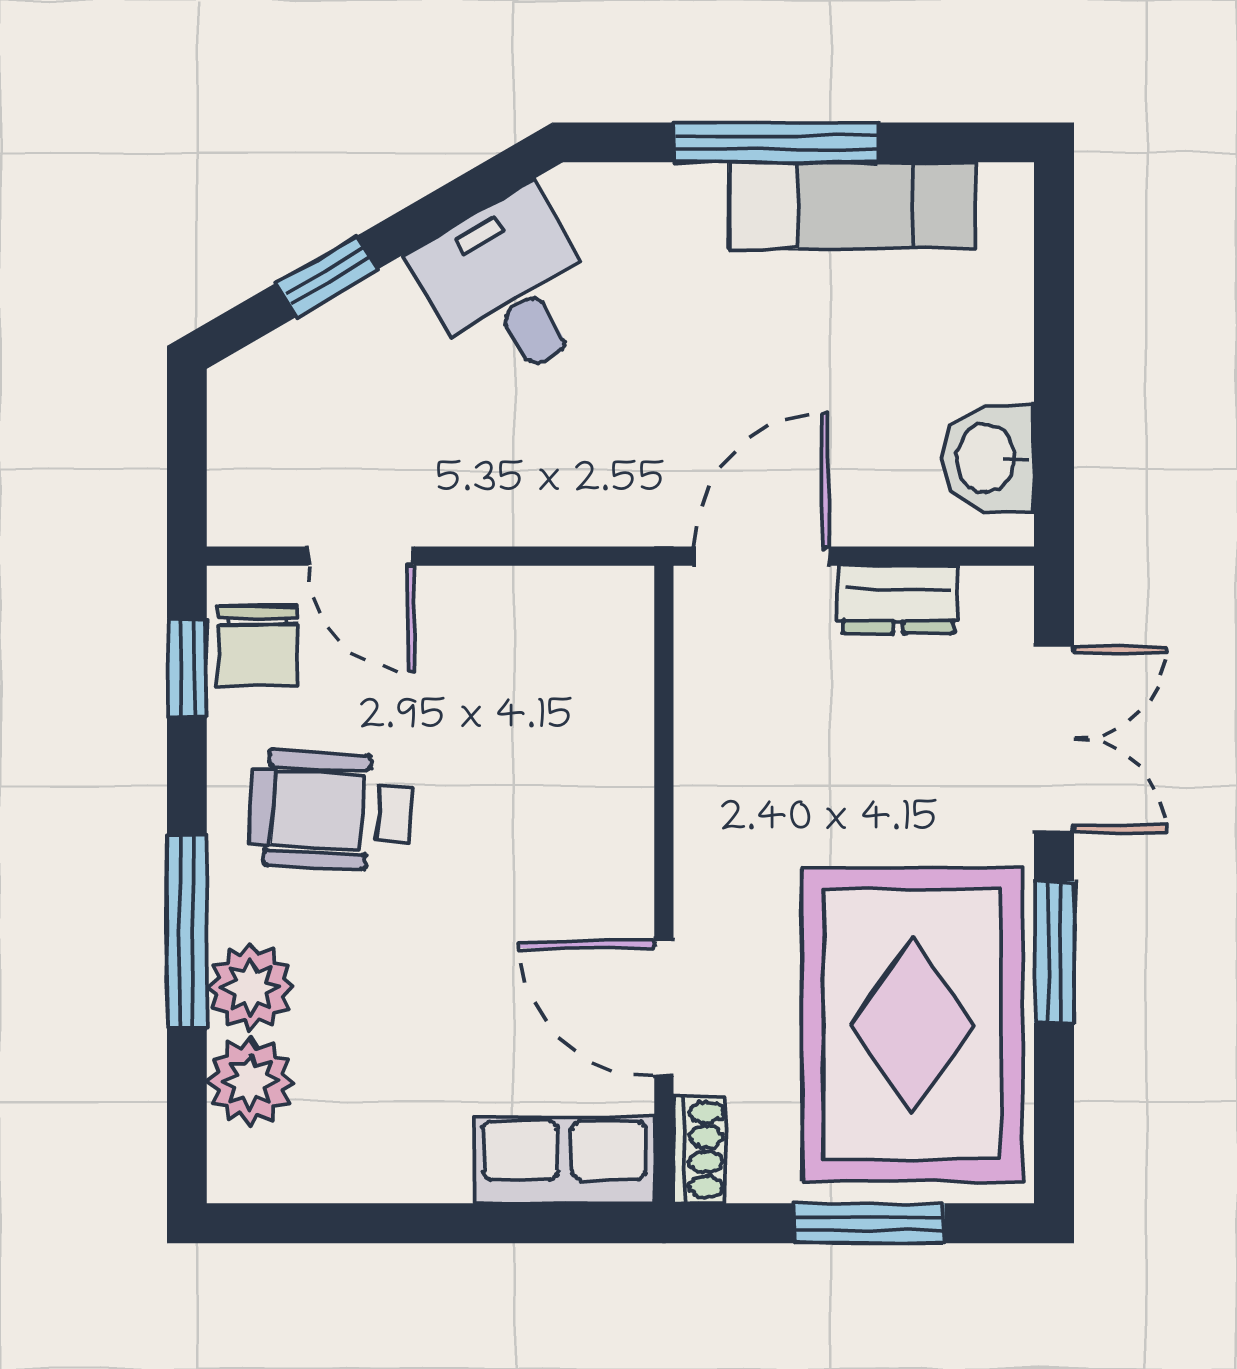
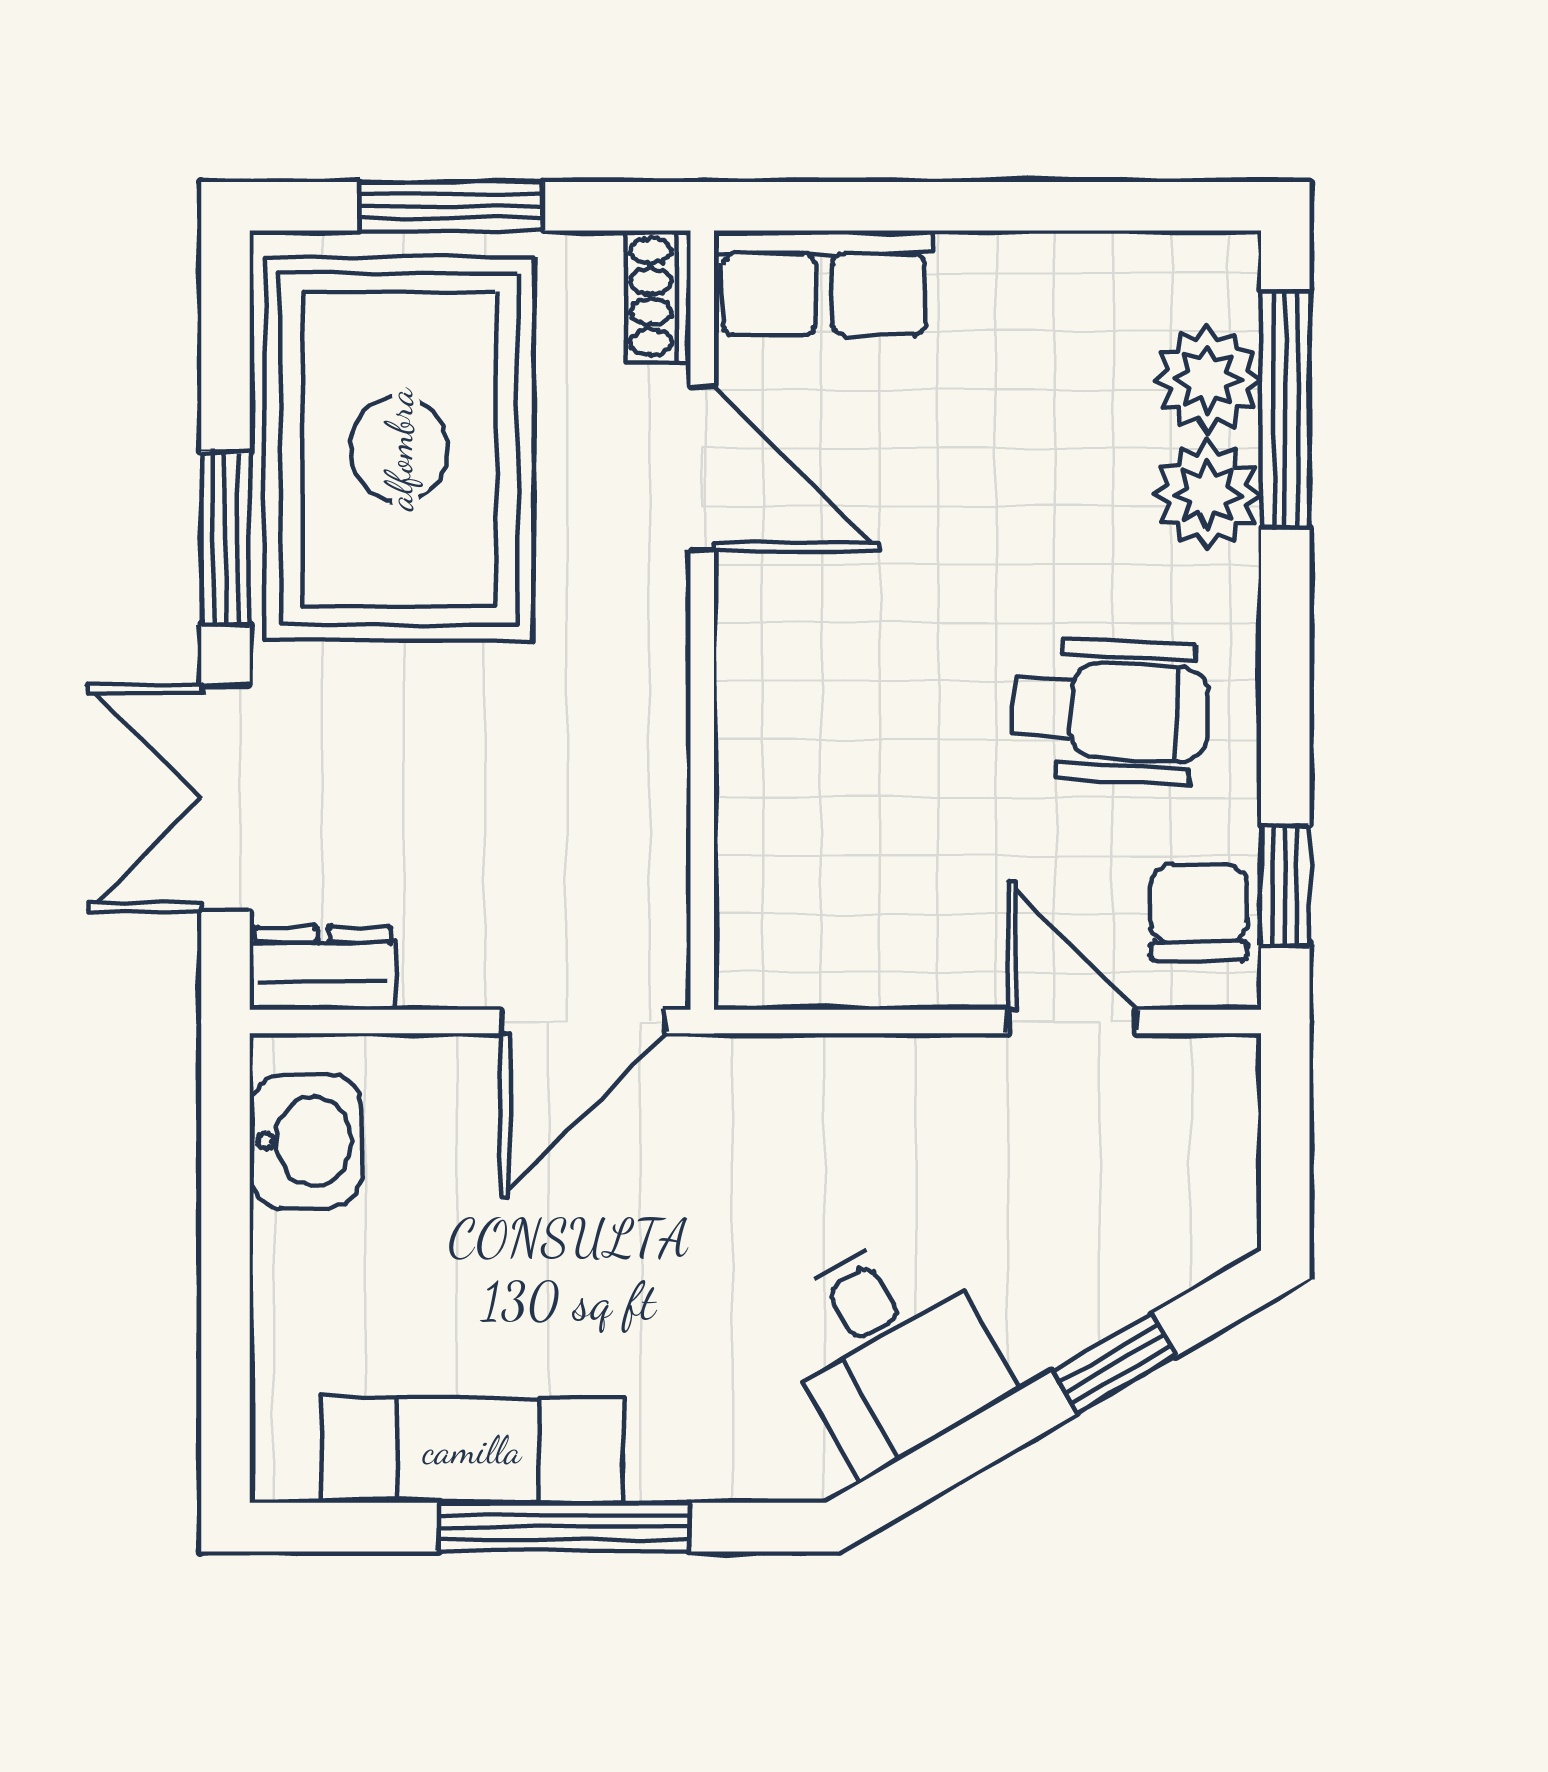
dresser: (898, 600) -> (323, 968), moved
window: (187, 931) -> (1285, 409), moved

